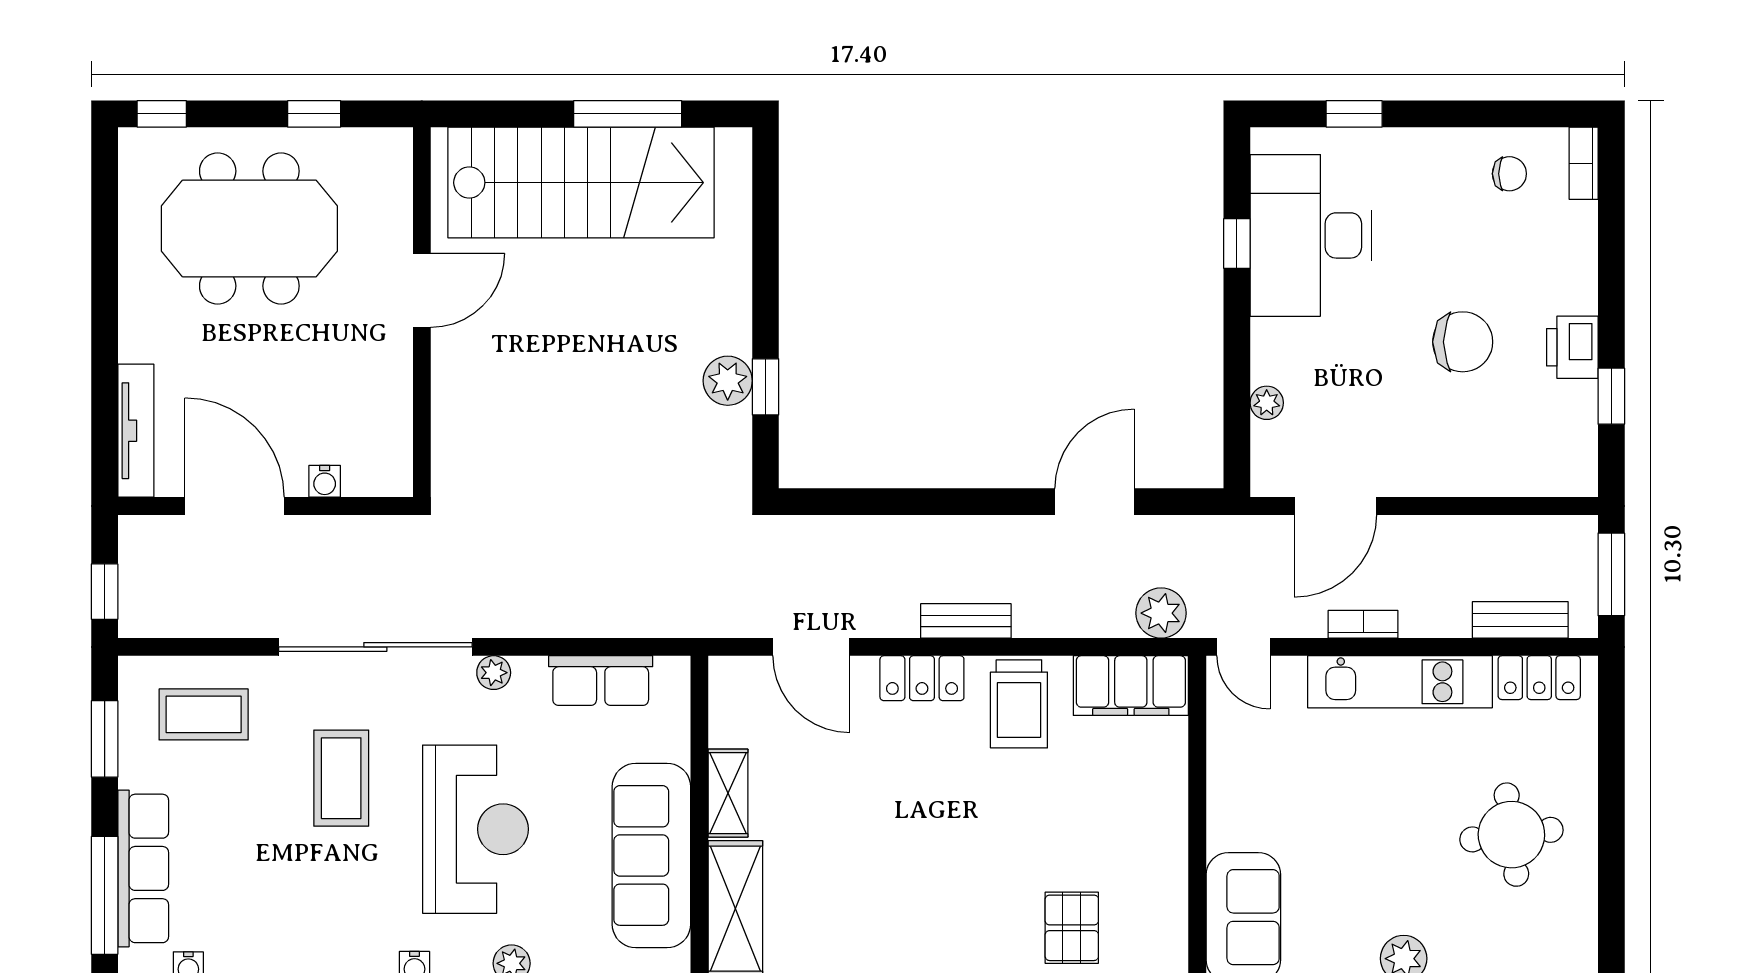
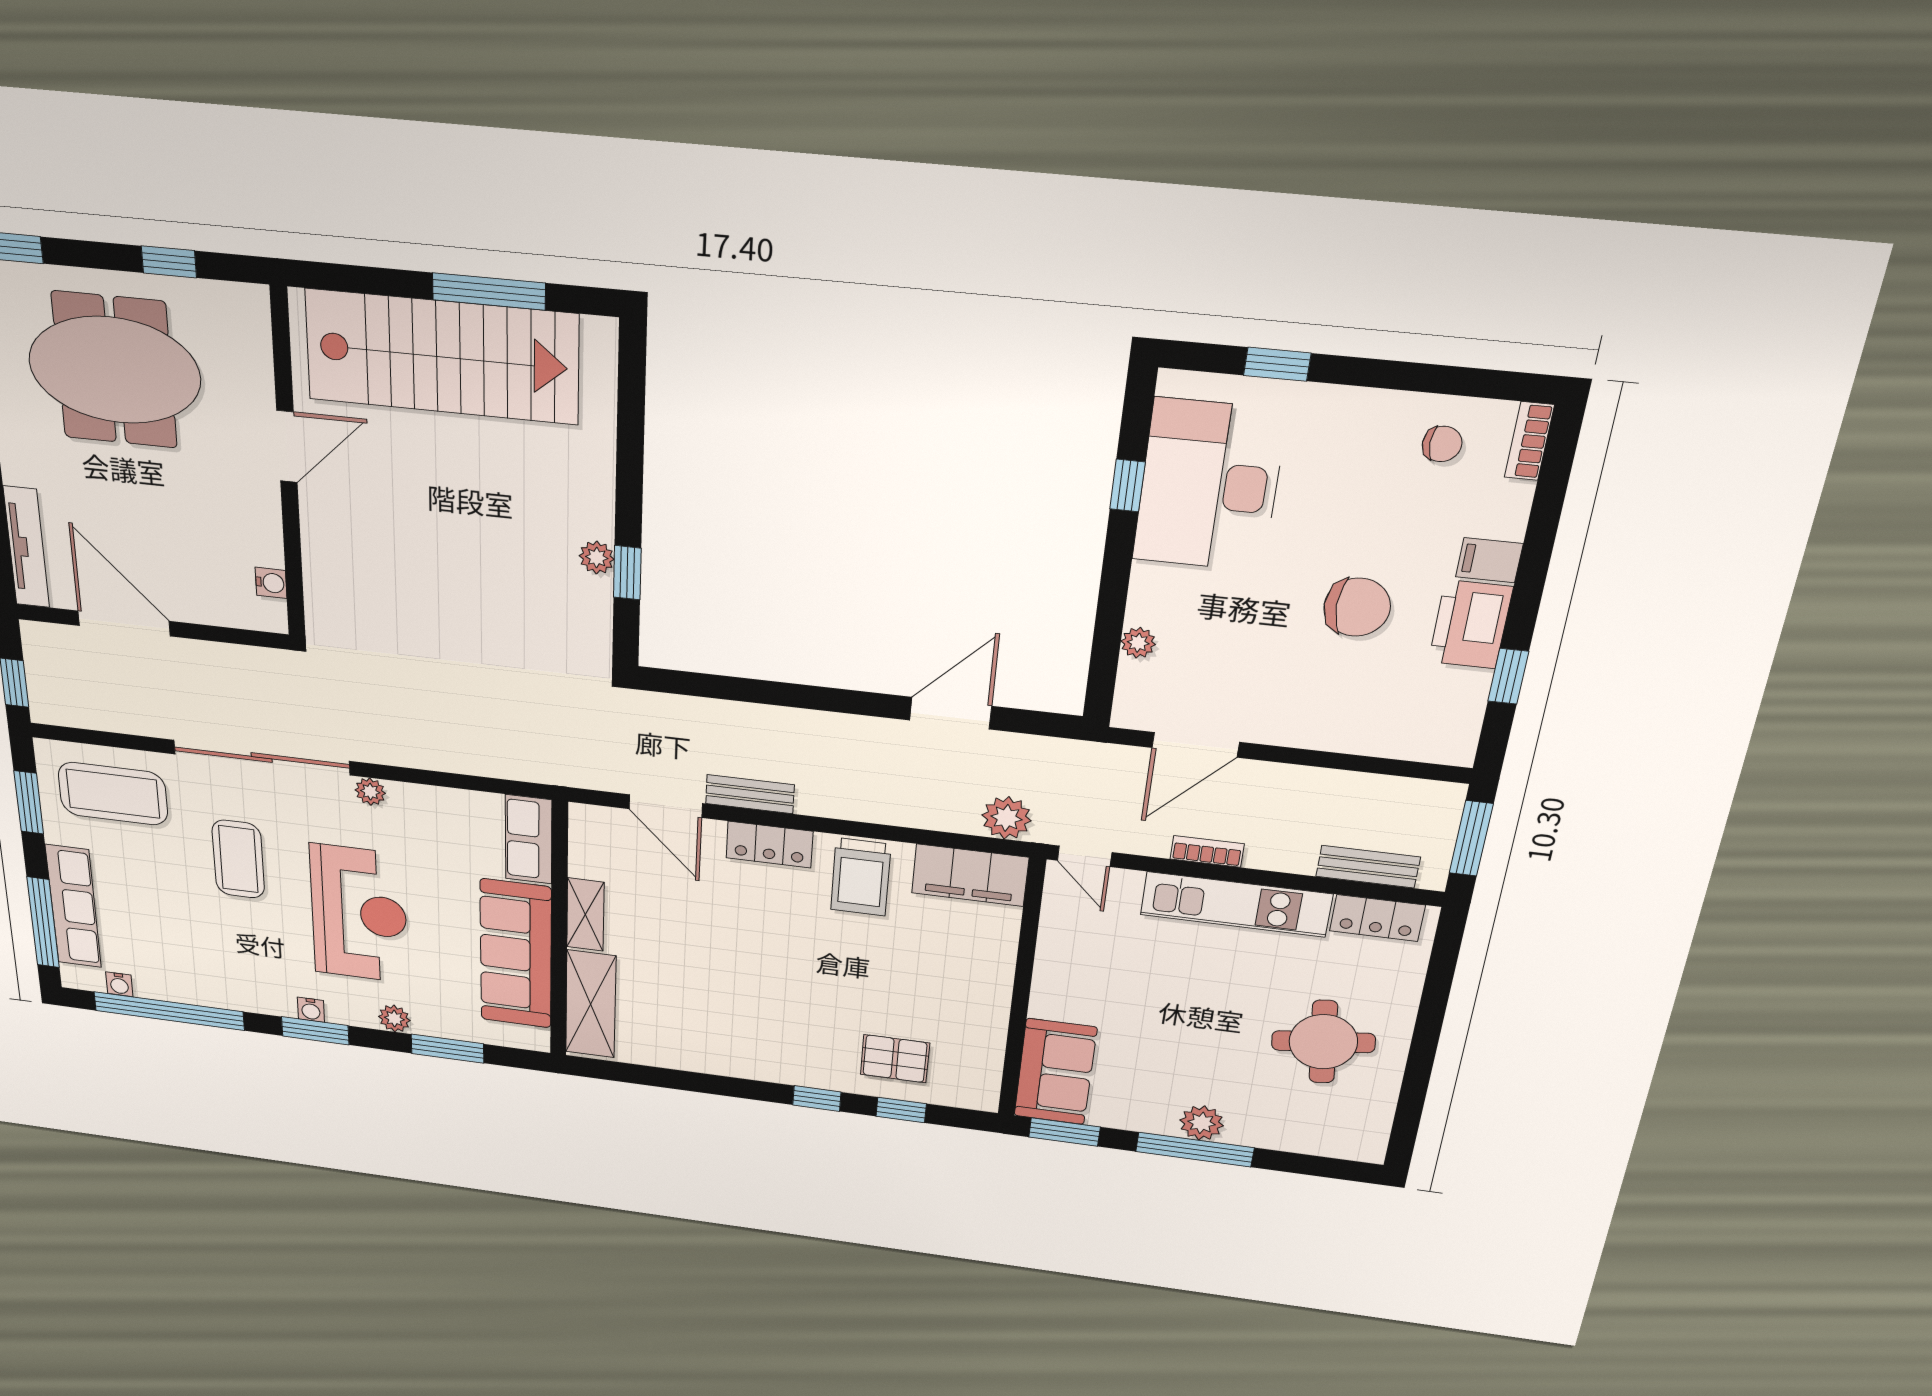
filing cabinet: (1572, 281) -> (1489, 560), added
printer: (1572, 347) -> (1470, 624), width x1.37, depth x1.19
plant: (728, 381) -> (597, 558), width x0.73, depth x0.73
water cooler: (325, 481) -> (271, 583), moved, turned -90
bench: (966, 621) -> (750, 794), moved
row of seats: (601, 681) -> (529, 839), moved, turned 90
coffee table: (204, 714) -> (113, 794), width x1.36, depth x1.32
pallet: (1072, 928) -> (895, 1059), turned 90

